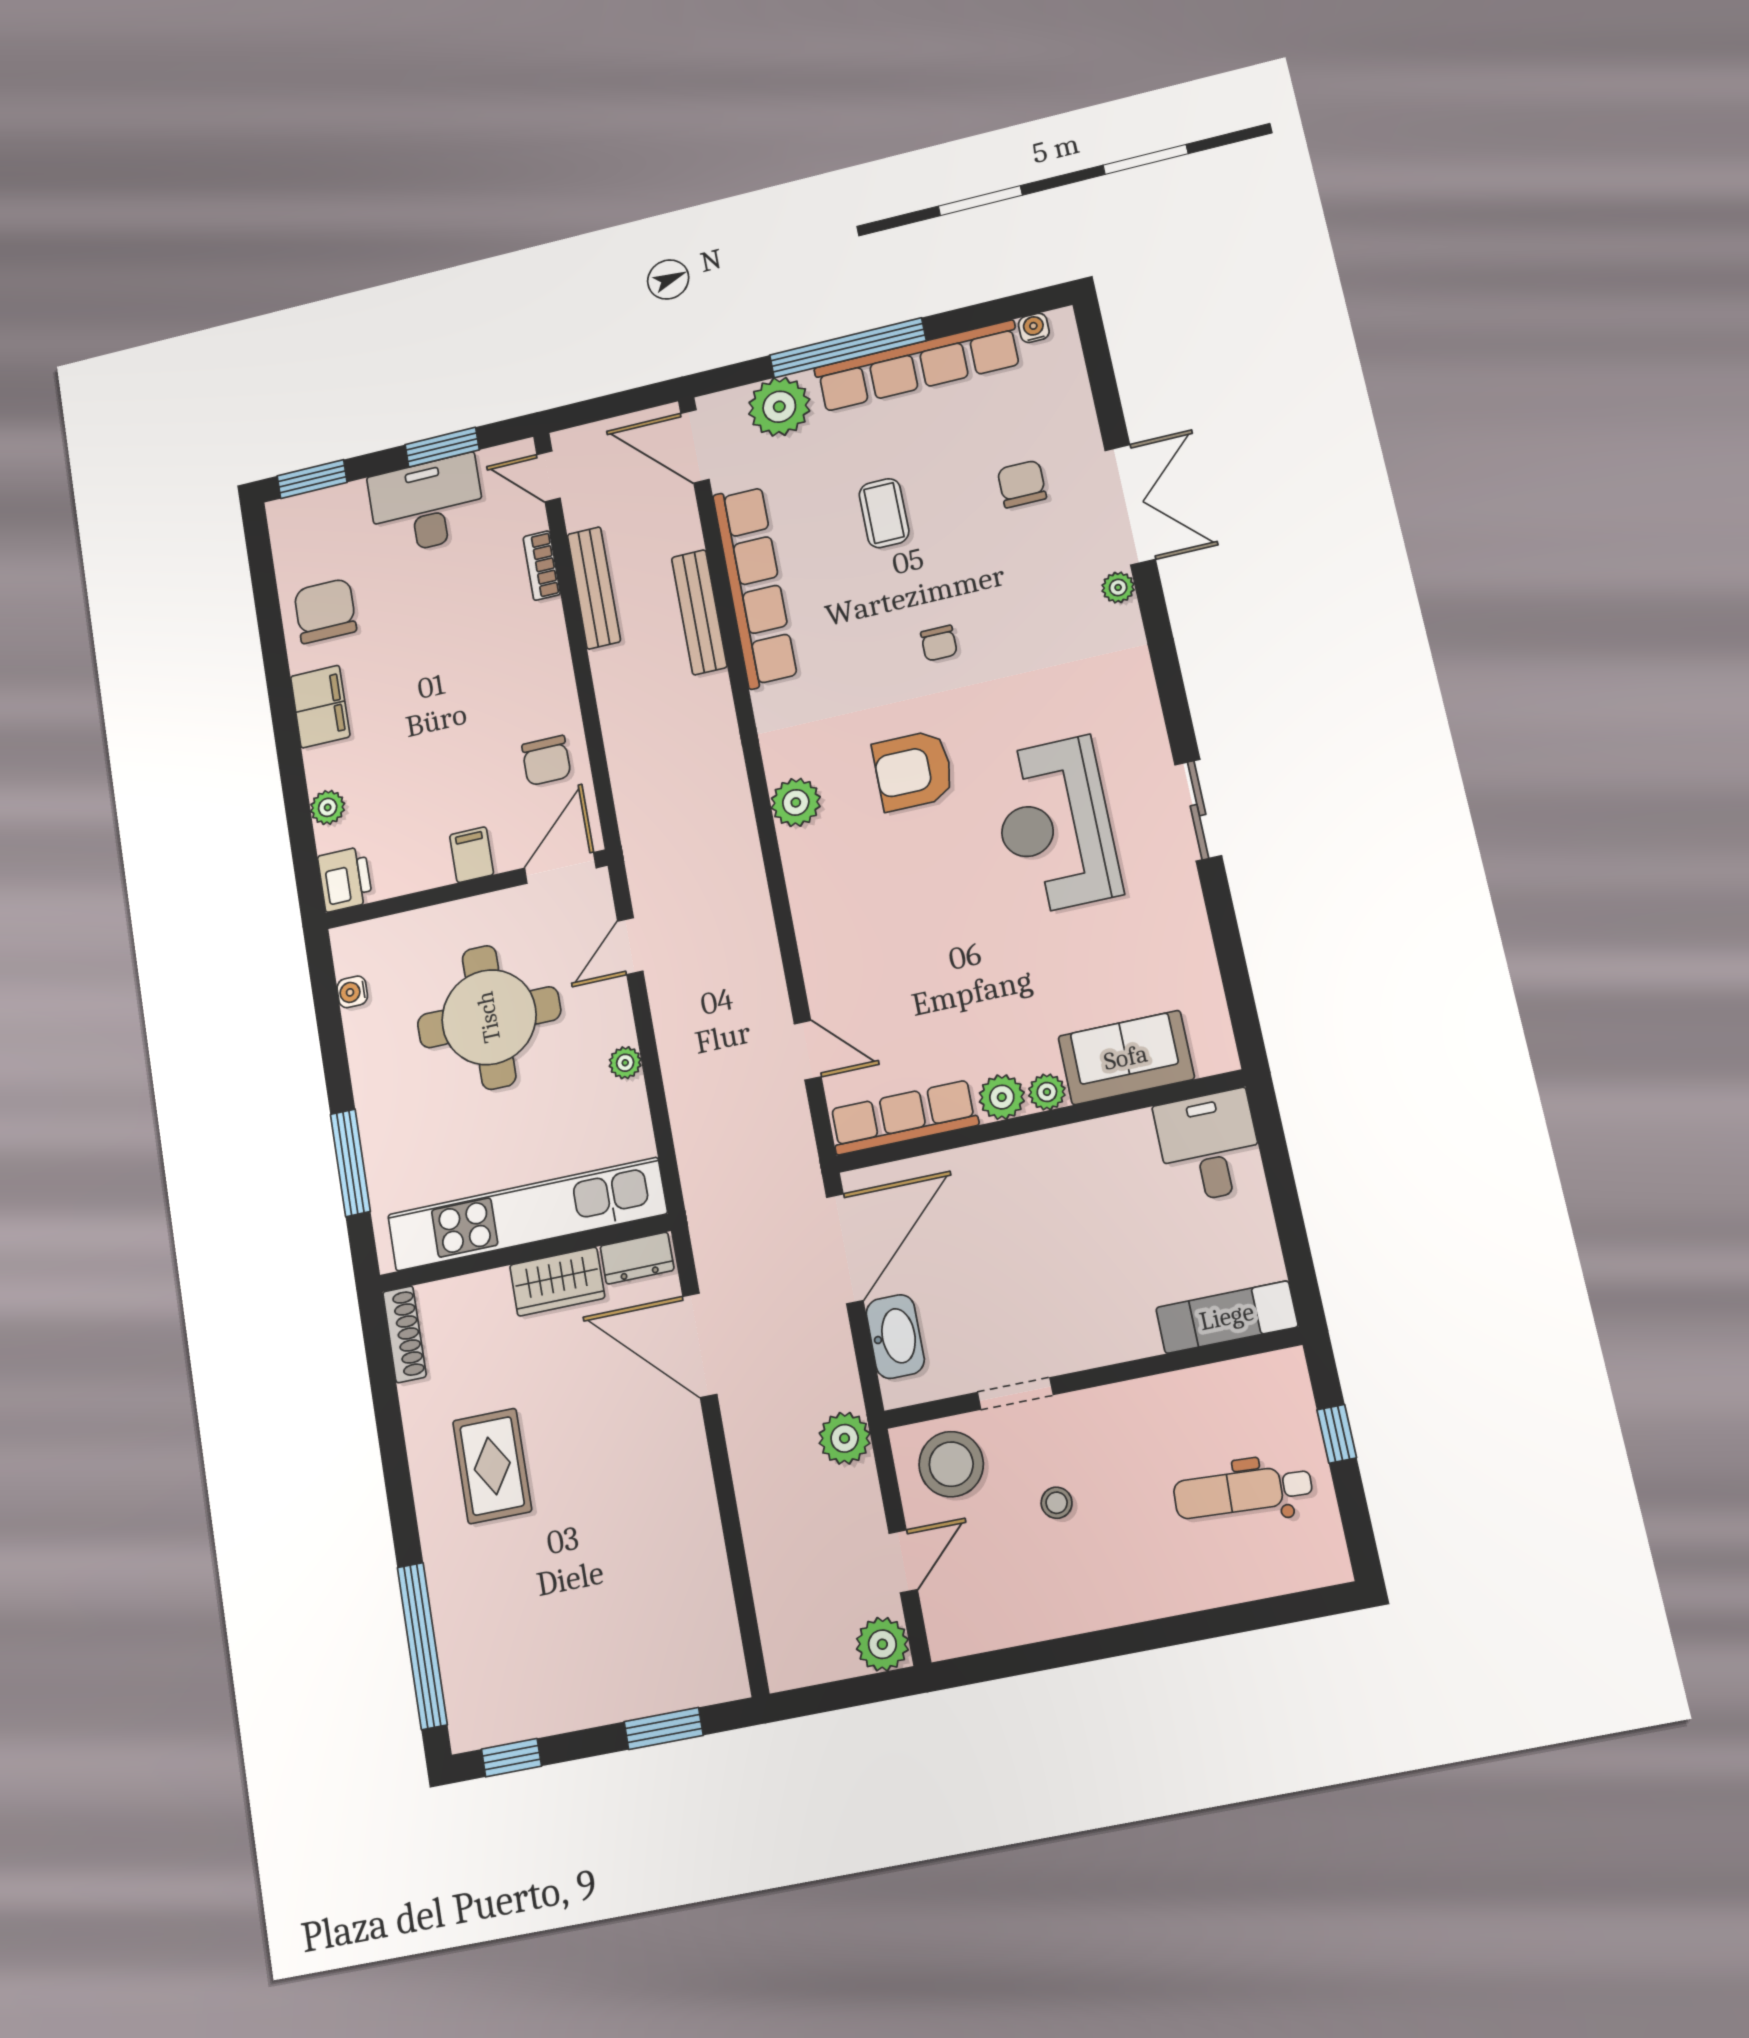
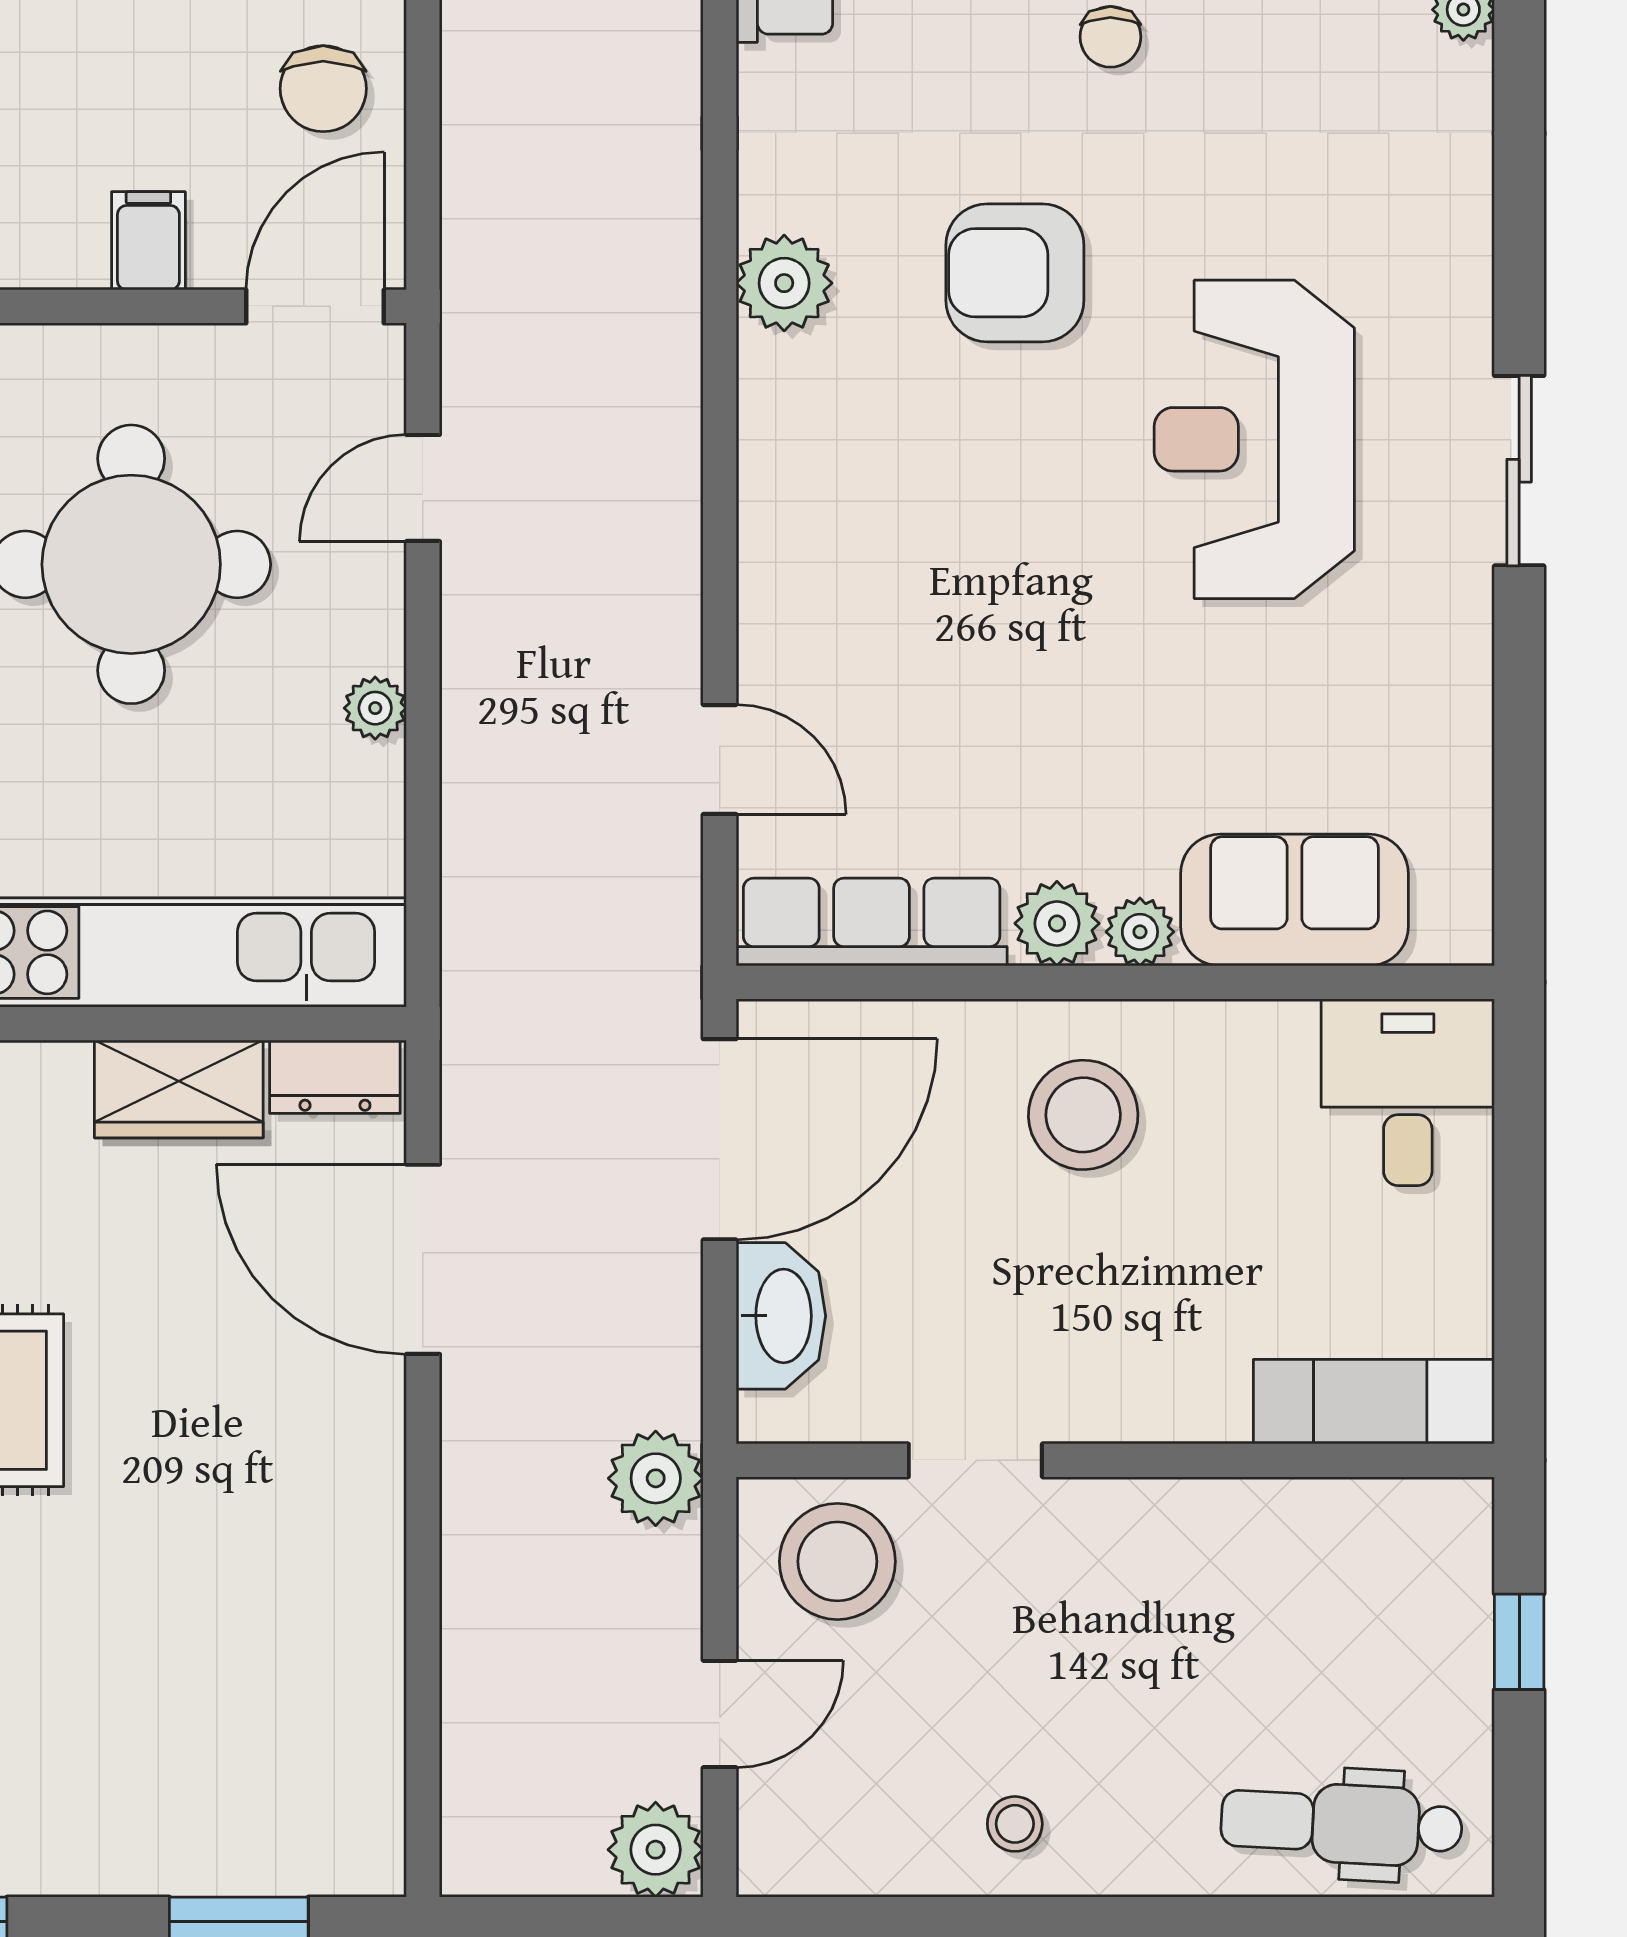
stool: (1036, 1195) -> (1083, 1115), added
dental chair: (1243, 1491) -> (1342, 1824), moved
stool: (1057, 1503) -> (1015, 1824), moved

